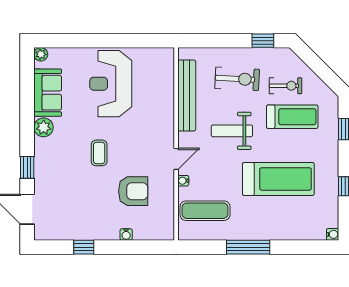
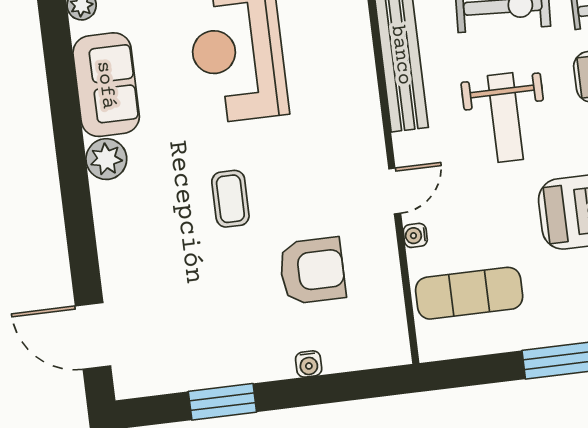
weight bench: (232, 131) -> (505, 118), turned -90
window: (27, 167) -> (82, 248), removed
window: (84, 247) -> (222, 402), width x1.50

